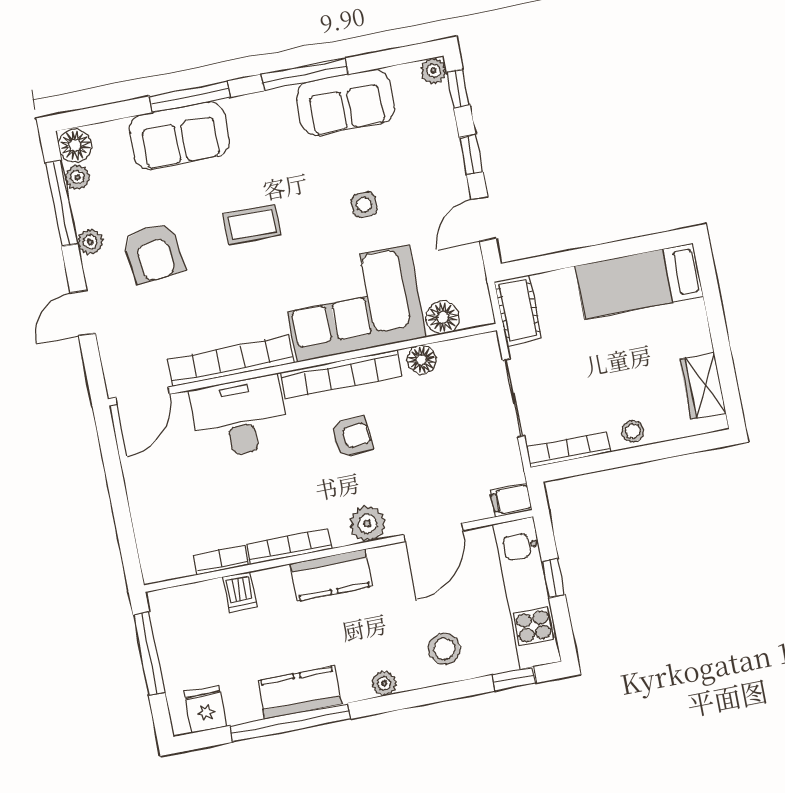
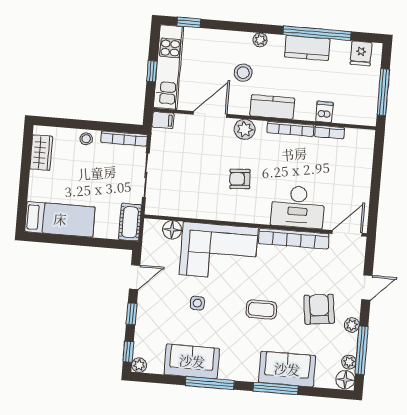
floor lamp: (422, 360) -> (190, 210), removed
bookcase: (341, 374) -> (236, 215), removed
stool: (444, 649) -> (243, 73), moved

